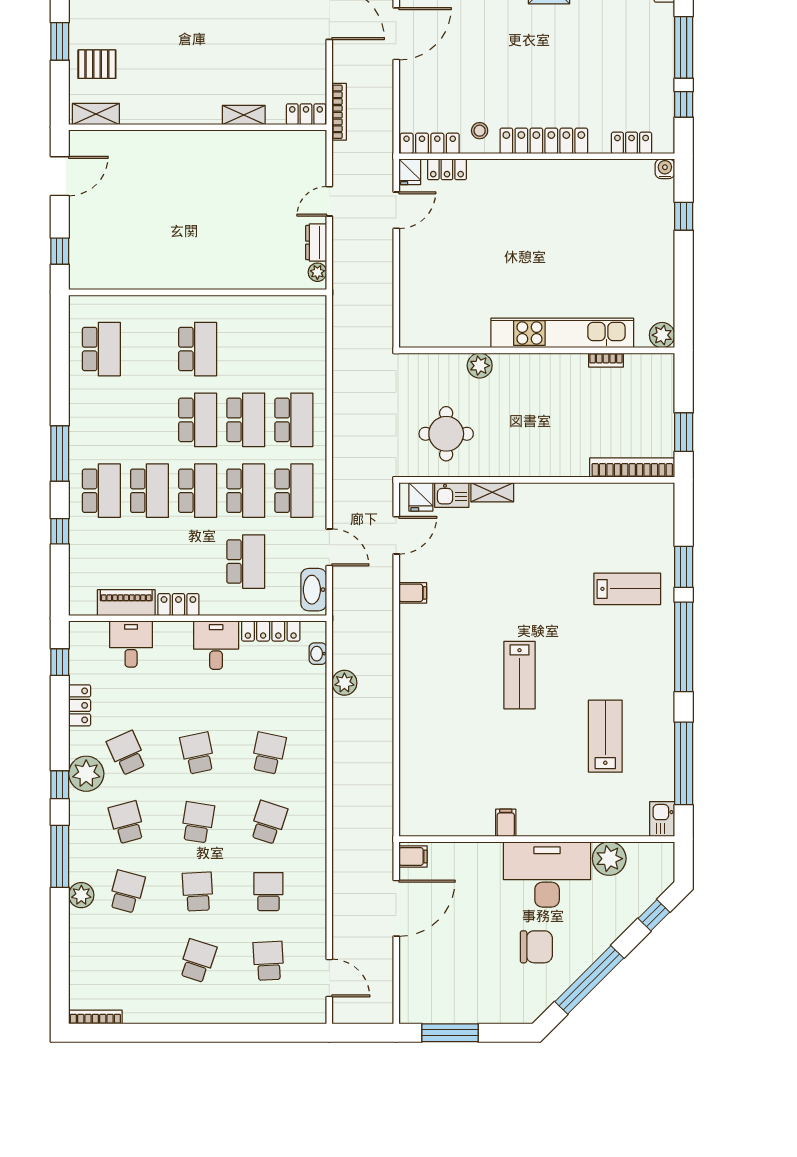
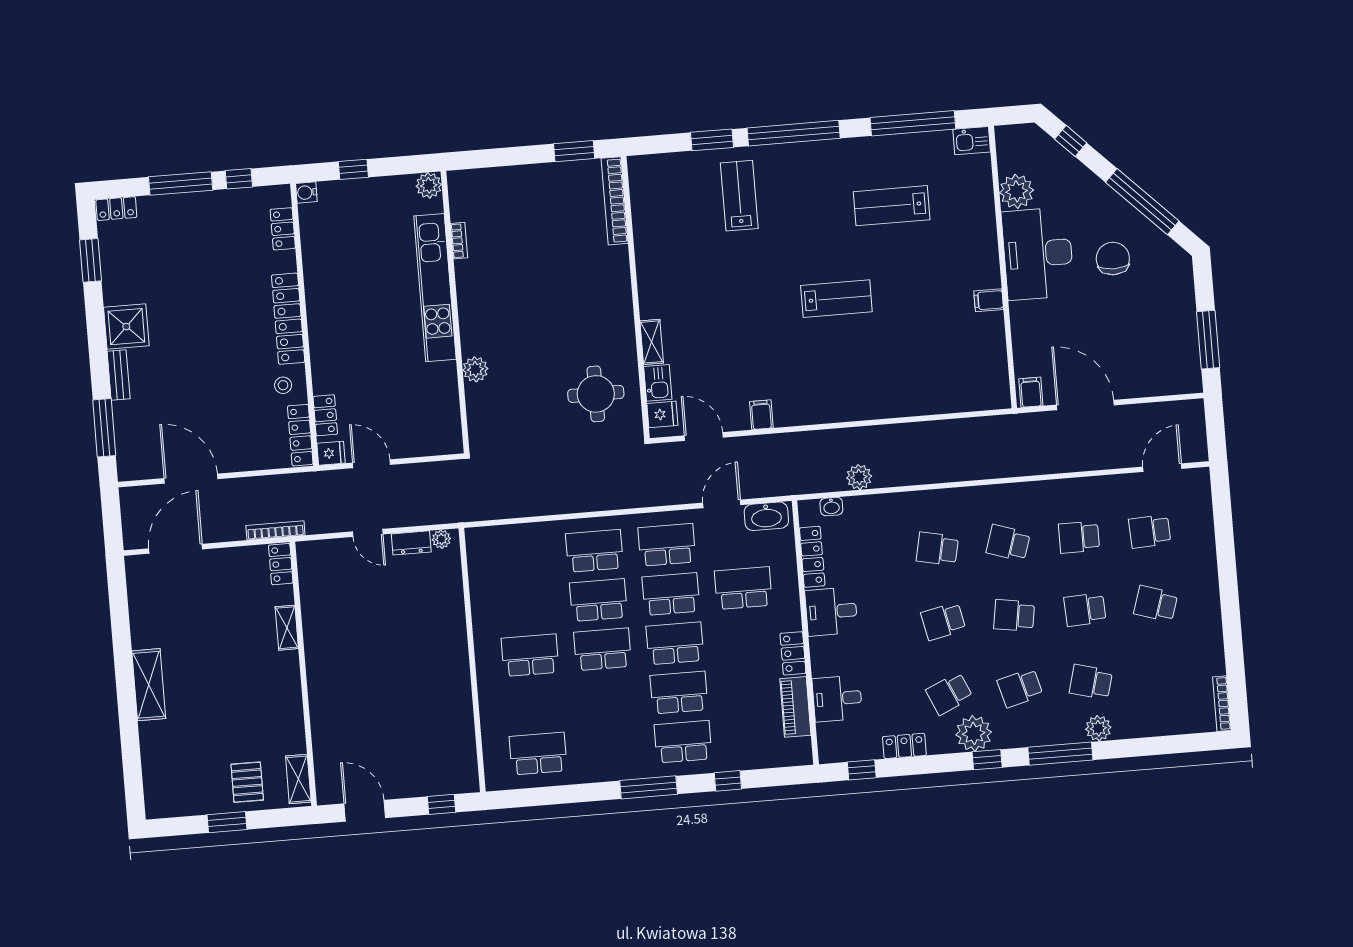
kitchen unit: (562, 333) -> (435, 288), moved
plant: (662, 335) -> (429, 185), moved
wall: (537, 350) -> (455, 312), moved
bookcase: (606, 360) -> (459, 241), moved
plant: (480, 366) -> (475, 369), moved

